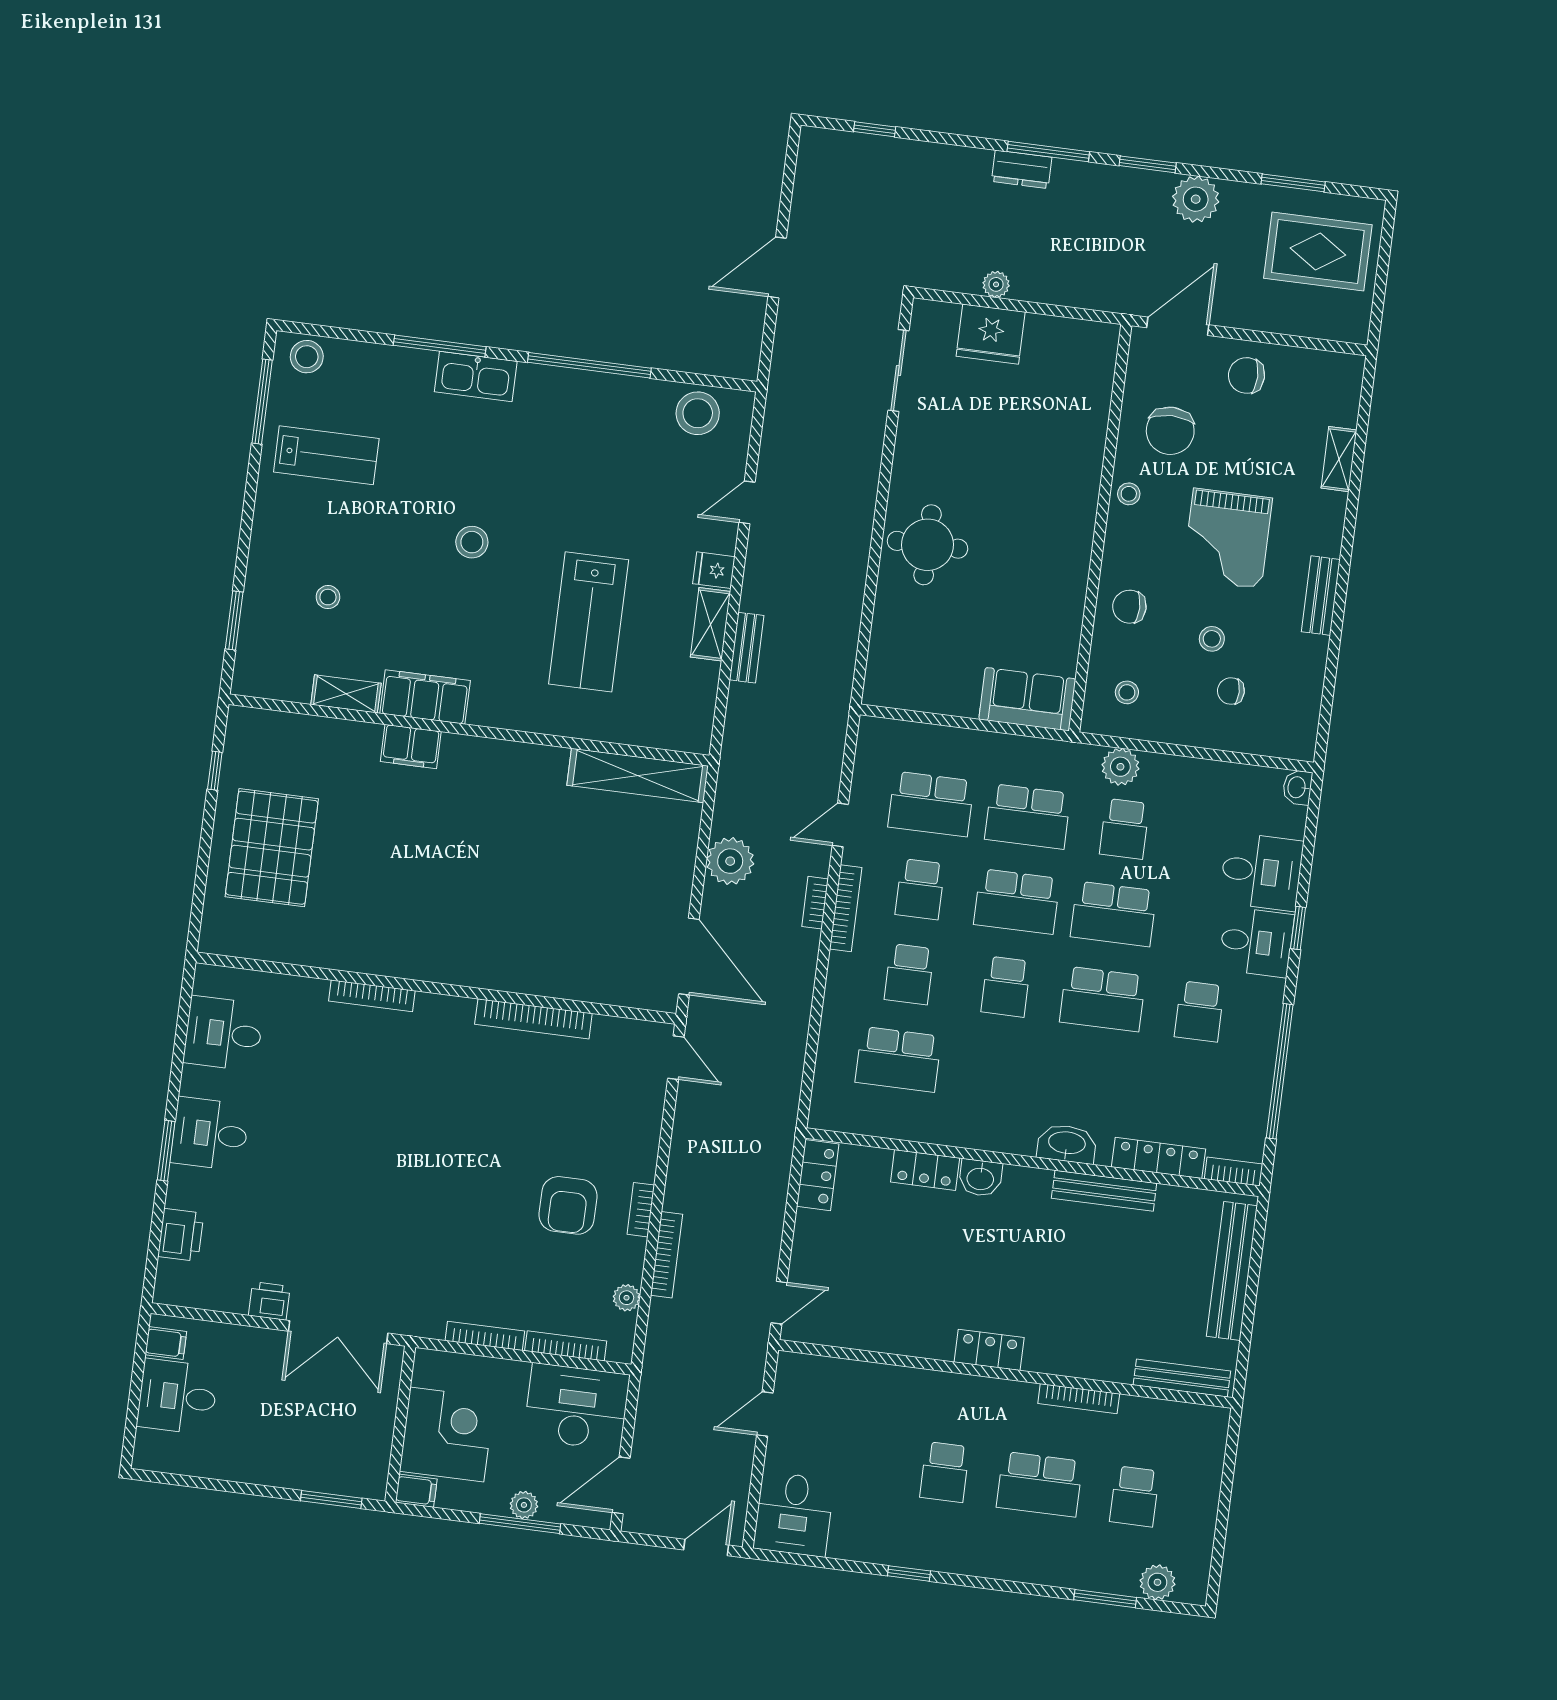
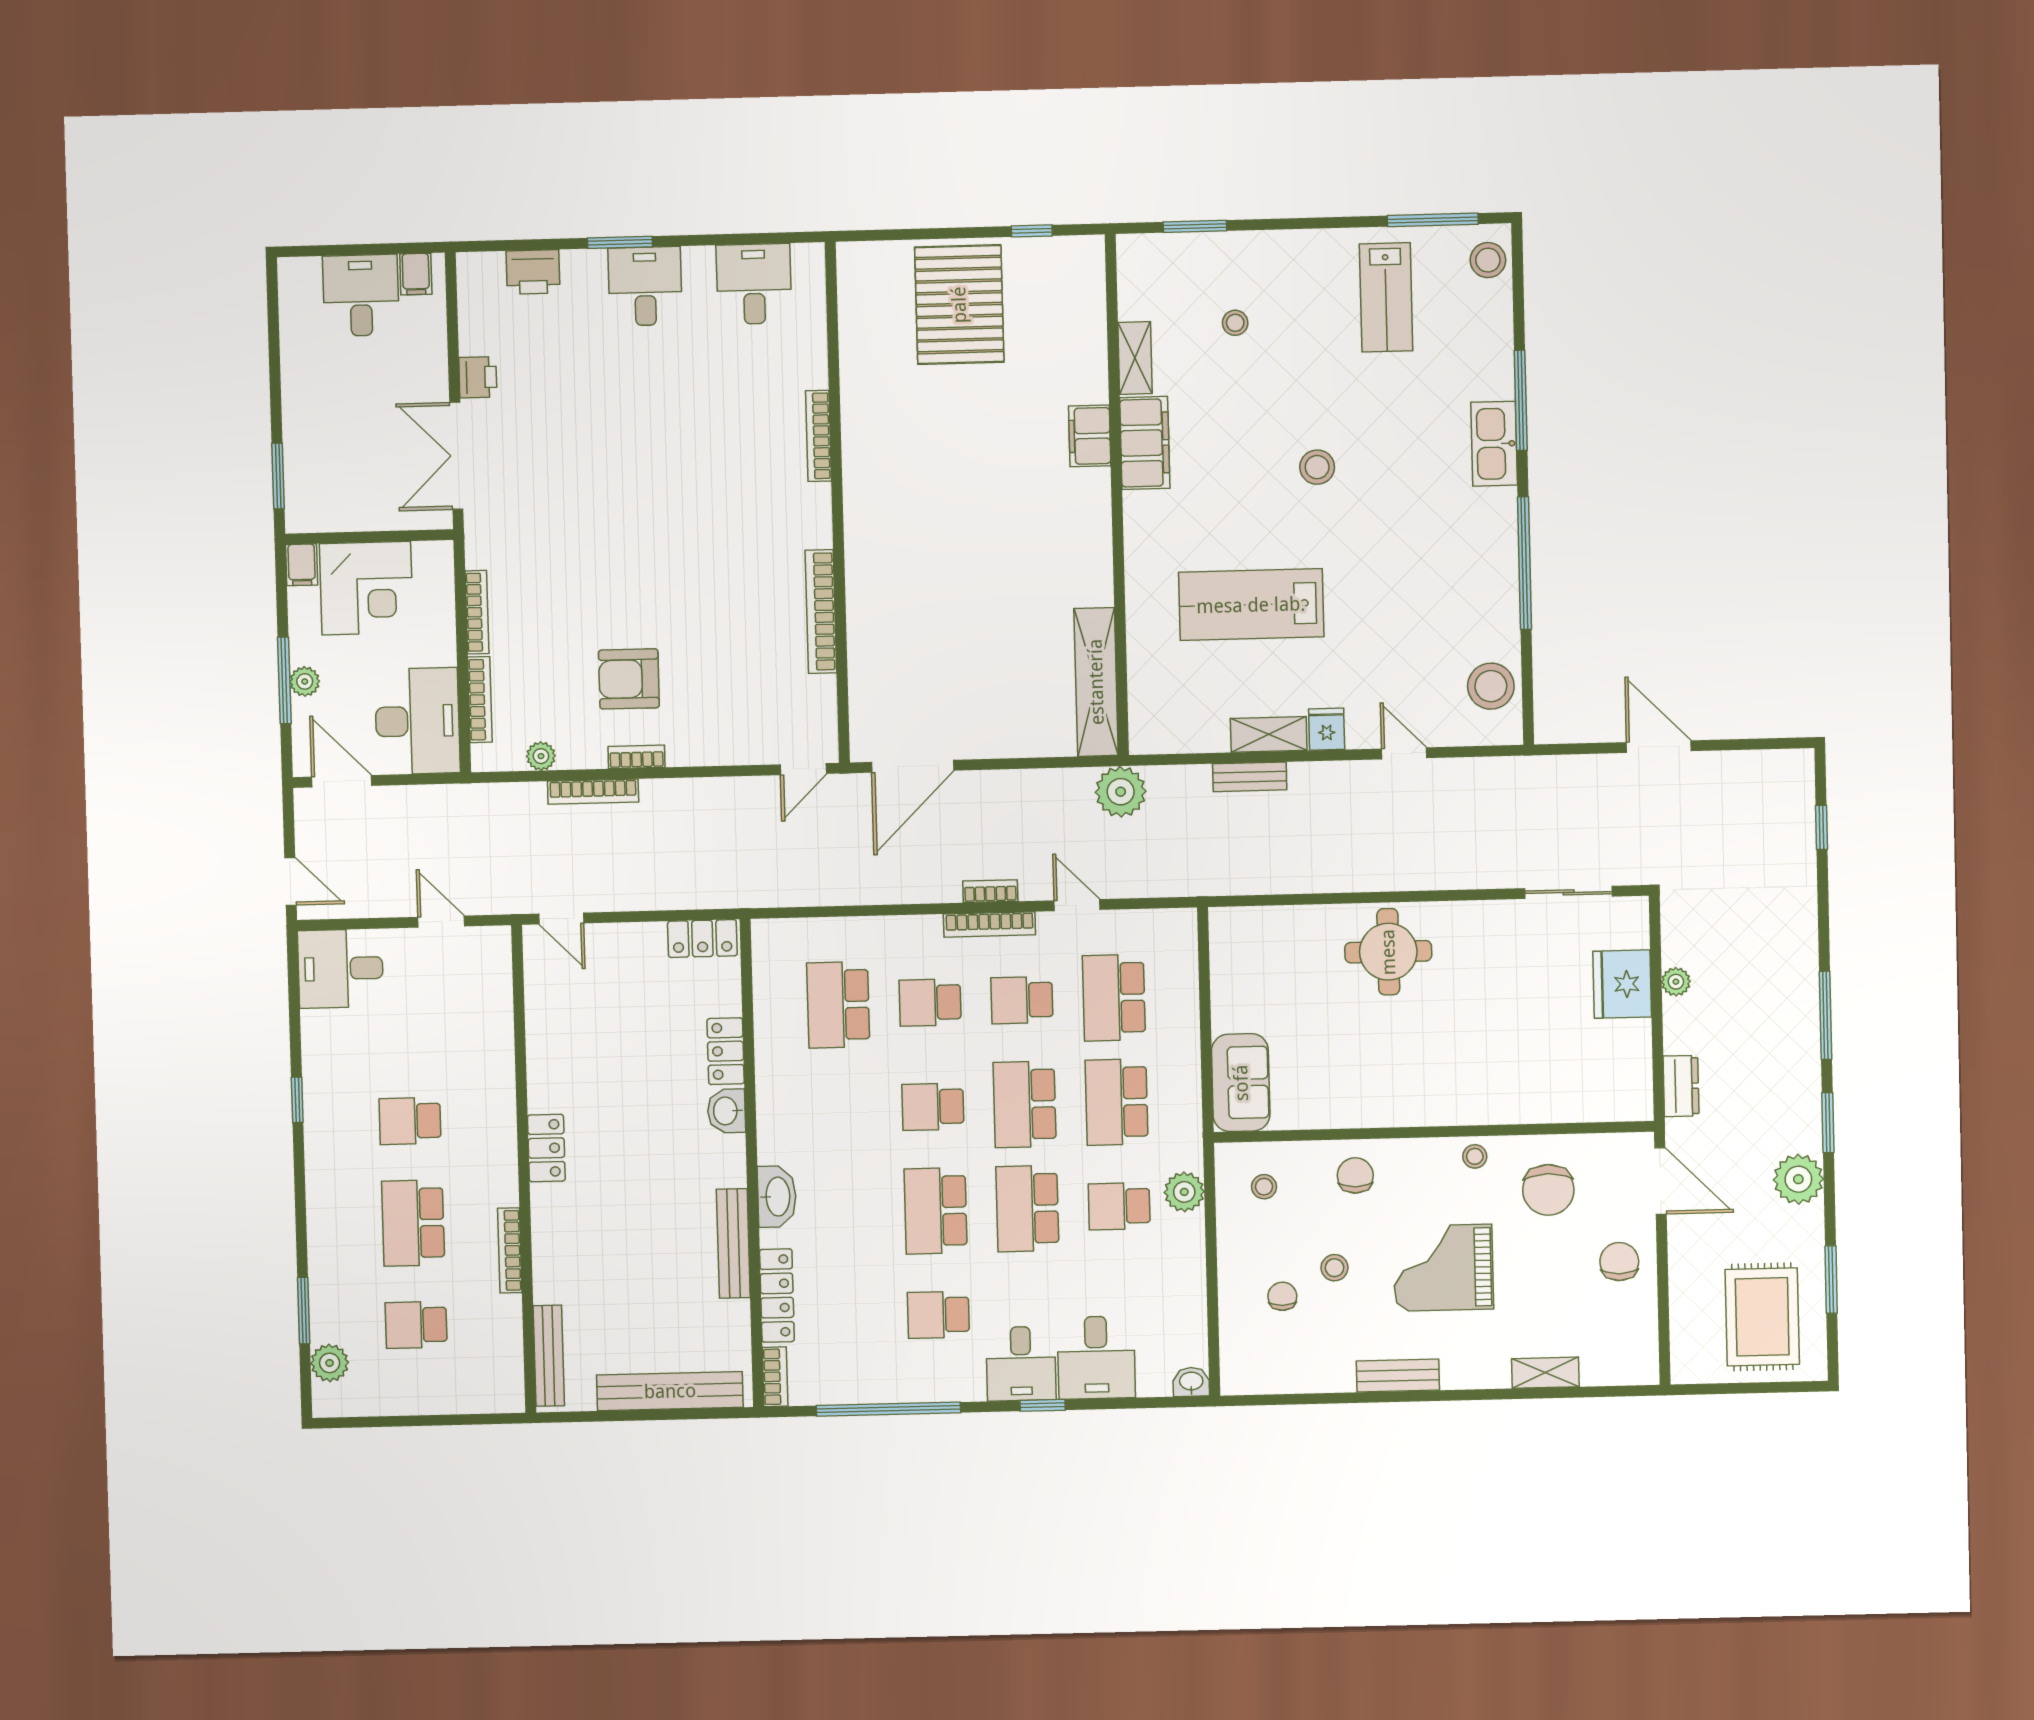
dresser: (1022, 169) -> (1681, 1086), moved, turned 180
chair: (1170, 431) -> (1548, 1190), turned -90
pallet: (272, 848) -> (959, 305), turned 90
plant: (730, 861) -> (1121, 792), moved

